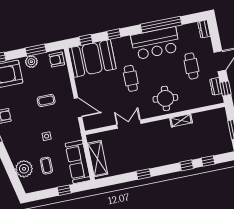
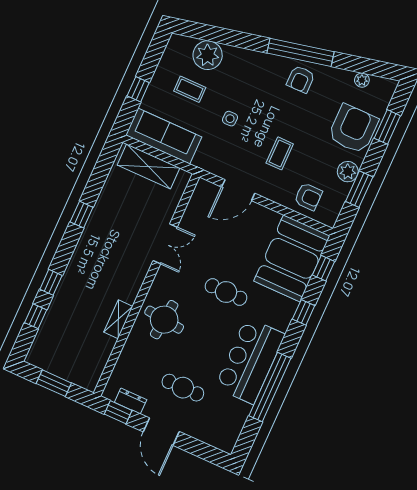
dresser: (204, 29) -> (221, 442), removed
armchair: (57, 60) -> (308, 197), moved, turned 90

